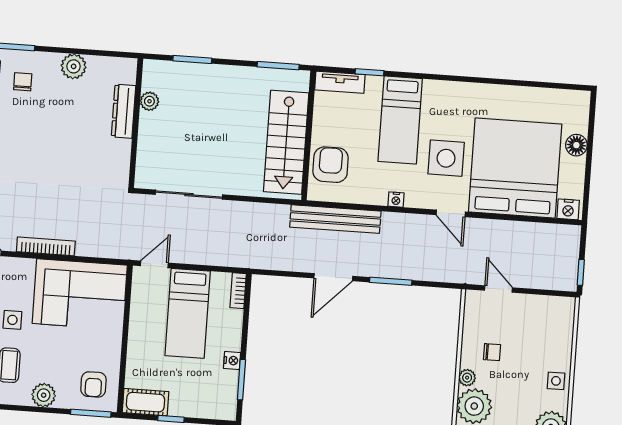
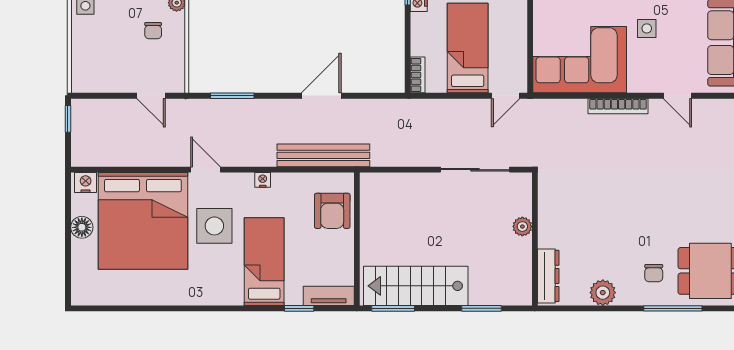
plant: (149, 101) -> (522, 227), moved
dresser: (124, 111) -> (548, 276), moved
stairs: (286, 142) -> (416, 286), moved, turned -90
floor lamp: (576, 145) -> (82, 227), moved
window: (391, 281) -> (232, 96), moved
chair: (492, 352) -> (153, 31), turned -90

